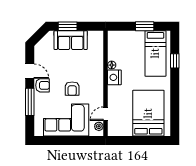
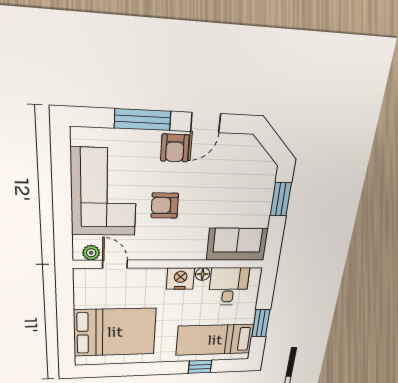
sofa: (71, 40) -> (237, 244), moved, turned 90
desk: (120, 49) -> (229, 286), added

